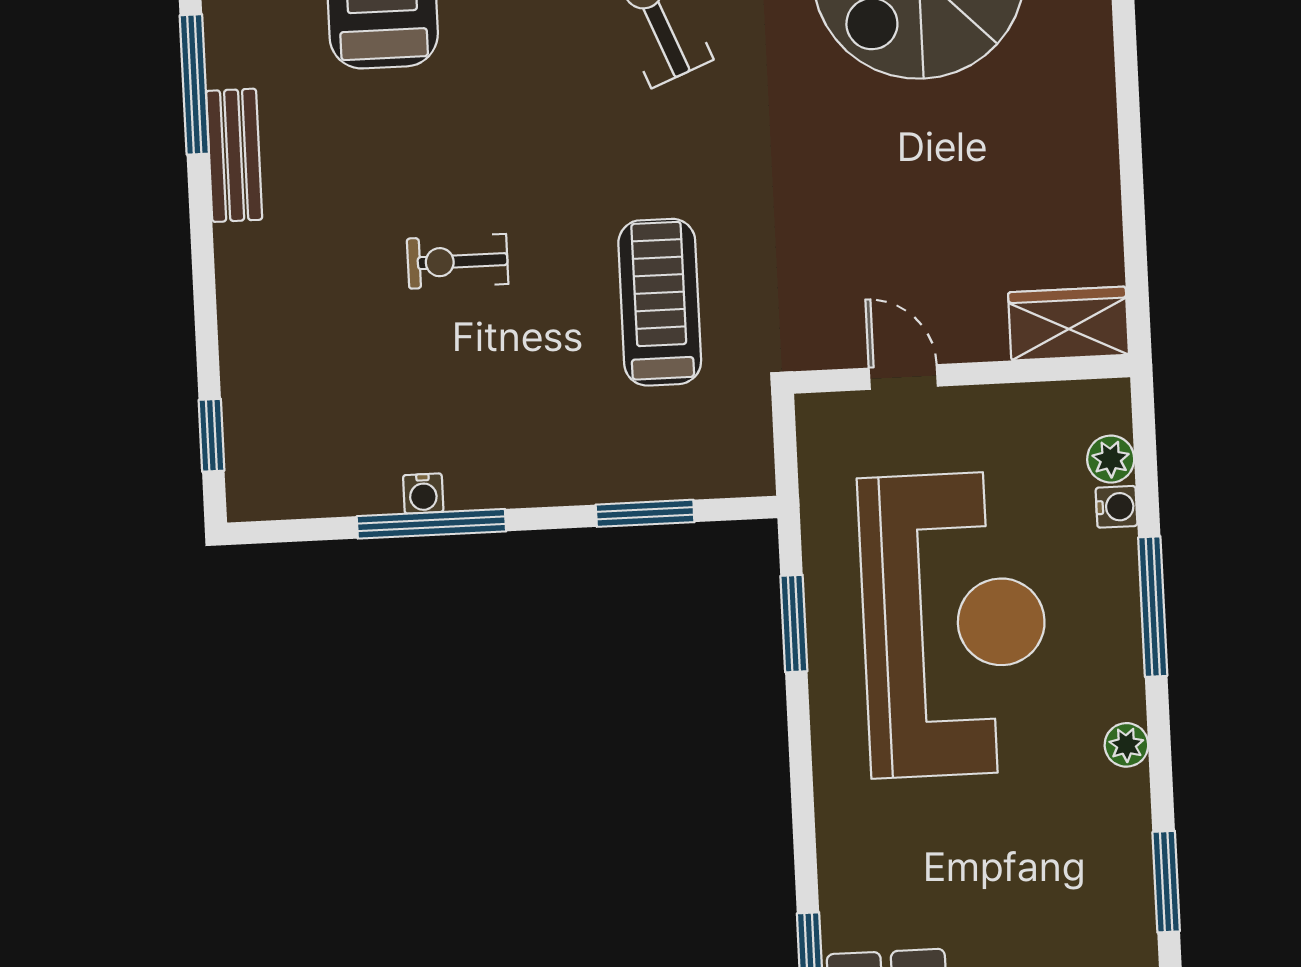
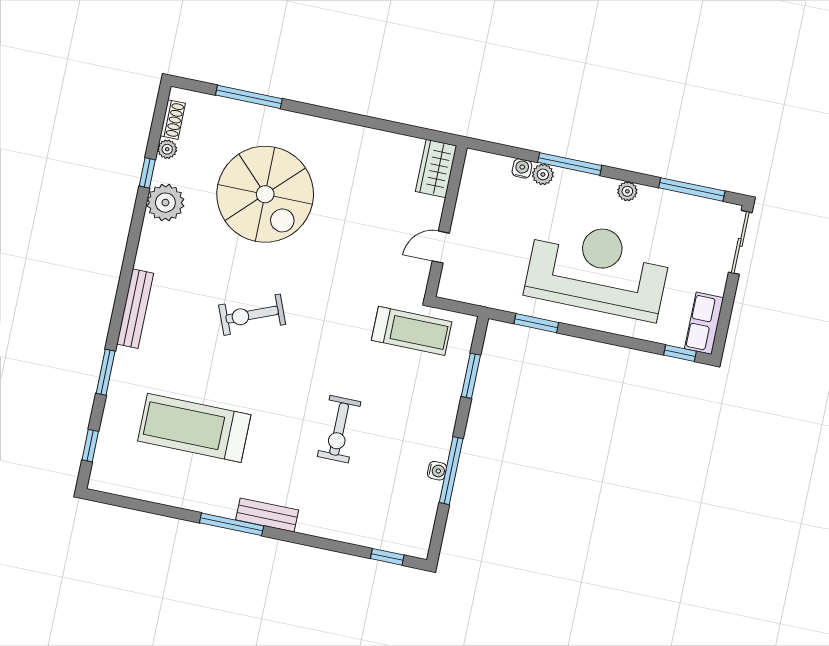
exercise bike: (458, 261) -> (339, 429), width x1.38, depth x1.39
treadmill: (660, 302) -> (412, 331), moved, turned 180
plant: (1111, 459) -> (543, 174), moved
reception desk: (954, 624) -> (598, 269), moved
window: (1166, 882) -> (692, 189), width x1.44

